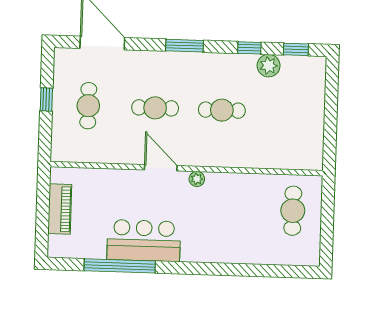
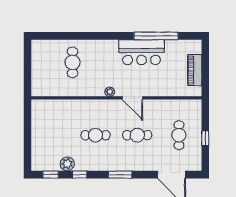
cafe table: (293, 211) -> (73, 62), moved

